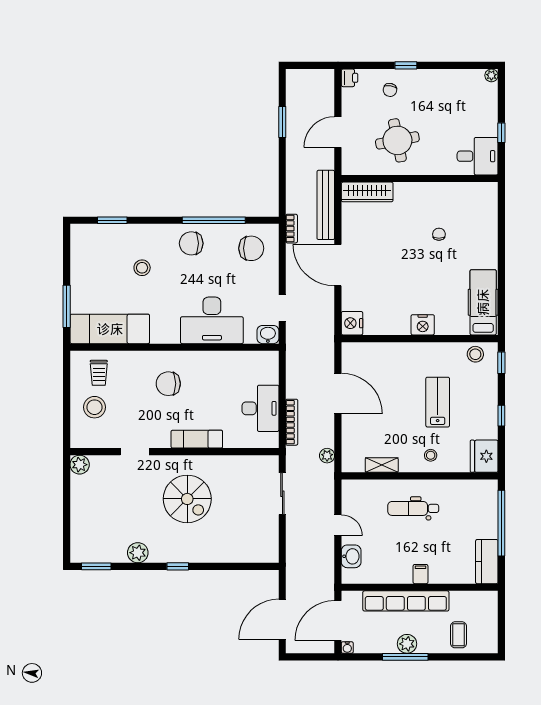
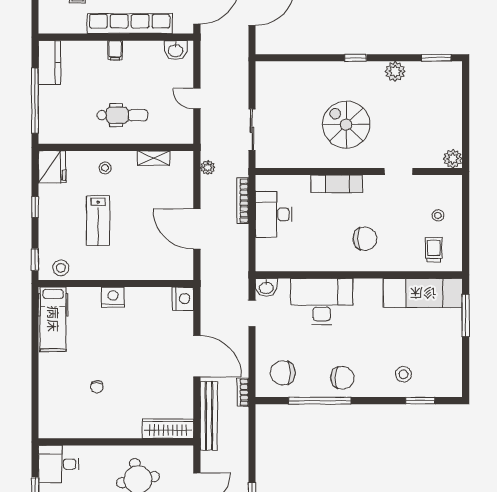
stool: (142, 268) -> (403, 374), moved
stool: (95, 407) -> (438, 215), width x0.53, depth x0.53
washbasin: (351, 556) -> (176, 50), moved, turned -90

